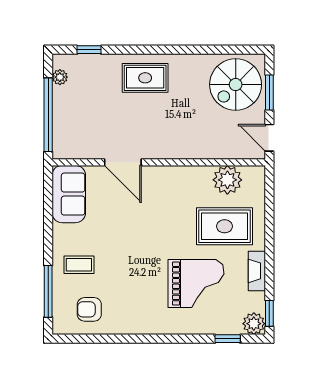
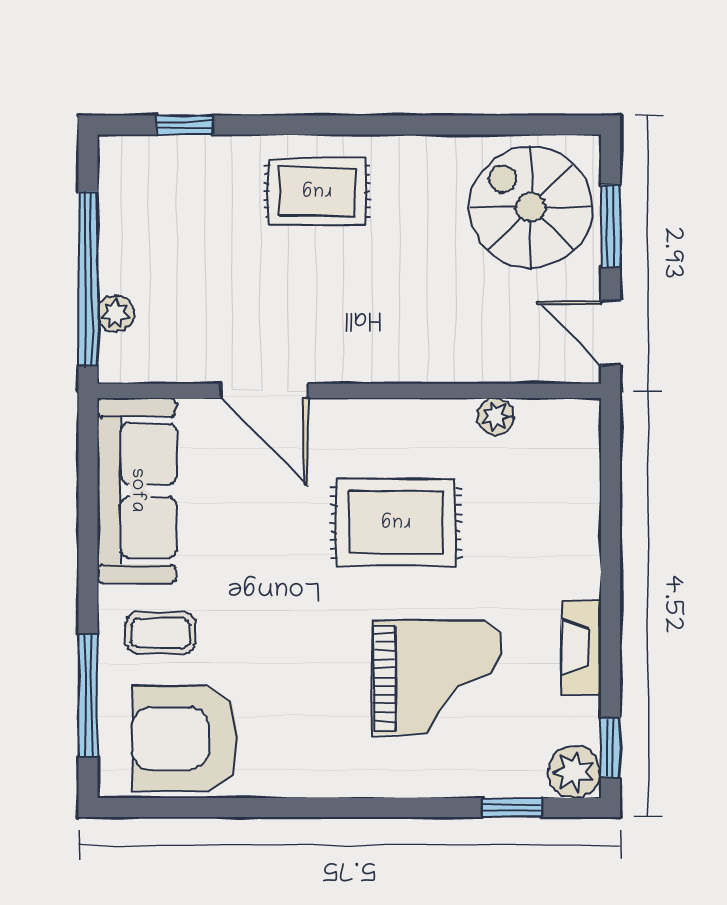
plant: (60, 77) -> (116, 314), moved
spiral stairs: (236, 85) -> (531, 207), turned 90
plant: (227, 180) -> (495, 416), width x0.53, depth x0.53
sofa: (69, 194) -> (137, 490), width x1.36
rug: (225, 226) -> (396, 522), moved
armchair: (89, 309) -> (185, 738), width x1.88, depth x1.88

